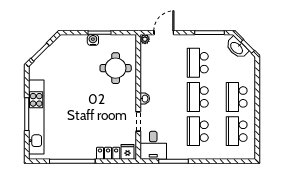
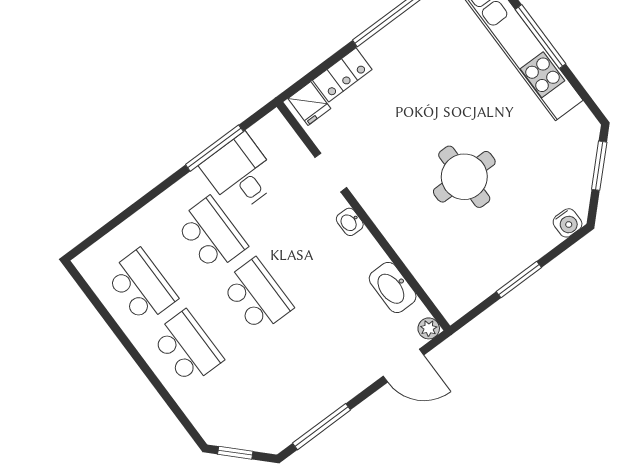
door: (164, 33) -> (403, 366), hinge flipped
water cooler: (93, 40) -> (568, 223), moved
washbasin: (237, 48) -> (393, 288), moved, turned -135
school desk: (198, 63) -> (303, 357), removed
round table: (116, 68) -> (464, 177), moved
desk: (153, 145) -> (240, 173), moved

